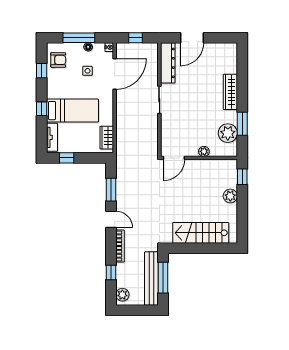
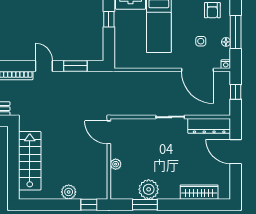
wardrobe: (230, 92) -> (199, 192), moved
plant: (228, 133) -> (149, 189), moved
wardrobe: (107, 138) -> (130, 62), removed
door: (111, 219) -> (44, 66), swing flipped

